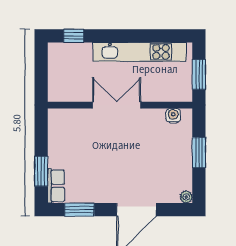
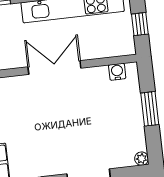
window: (199, 75) -> (140, 24), width x0.67

